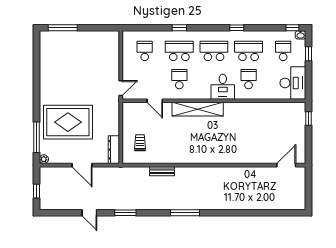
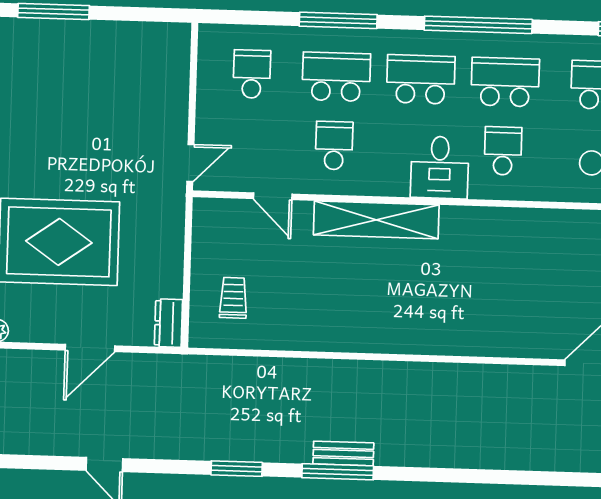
window: (179, 28) -> (338, 20), width x2.17
window: (237, 28) -> (478, 25), width x3.17
dresser: (114, 150) -> (169, 323), width x0.70
door: (82, 165) -> (90, 348), hinge flipped
bench: (162, 171) -> (343, 453), moved
window: (125, 213) -> (237, 469), moved

